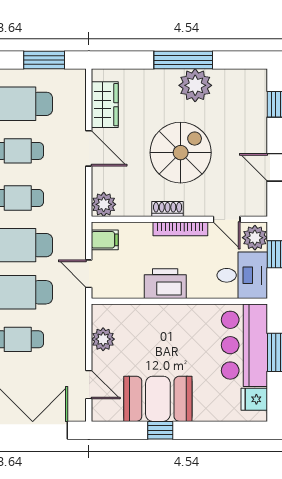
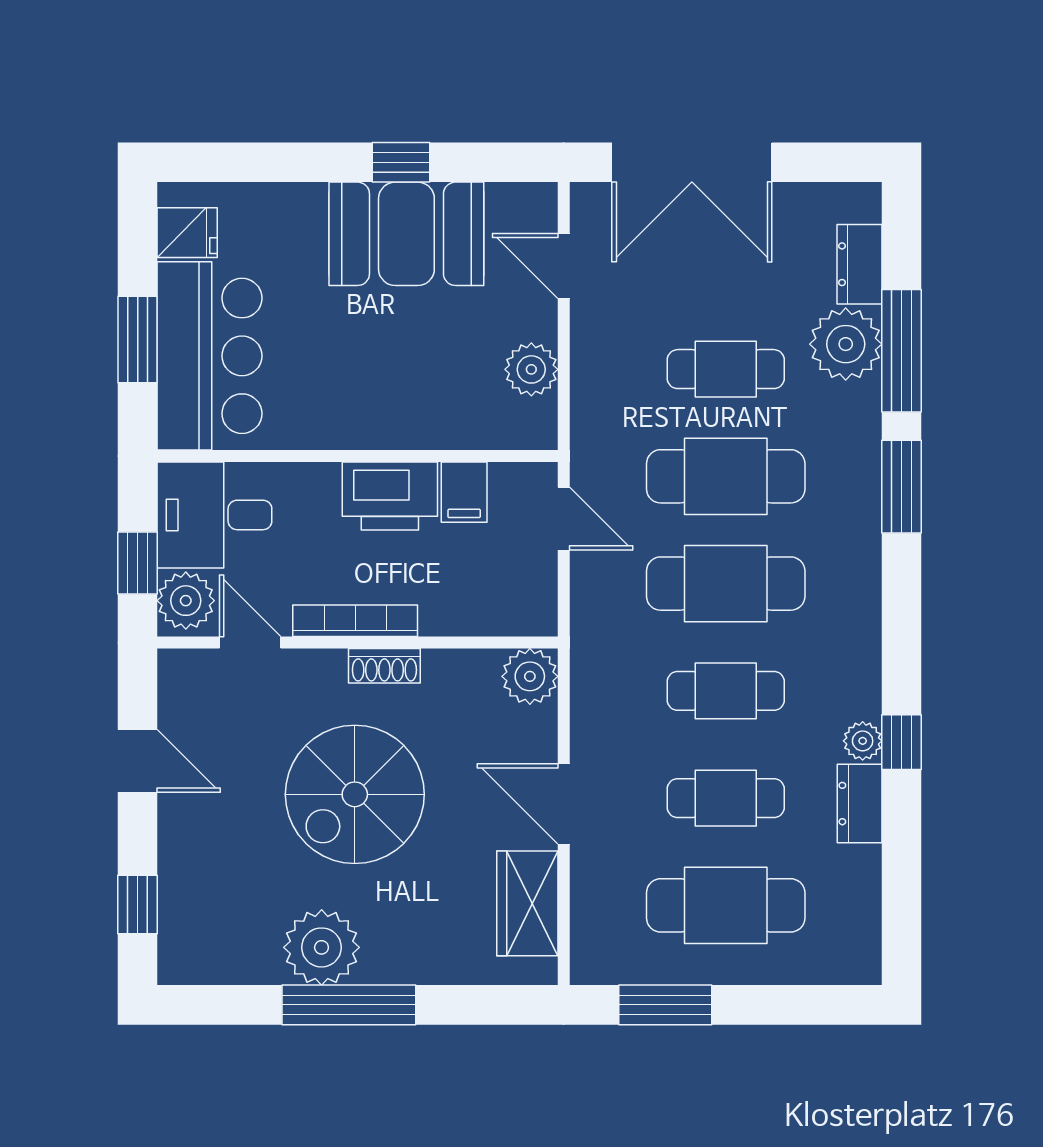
filing cabinet: (105, 240) -> (464, 492), moved, turned -90

